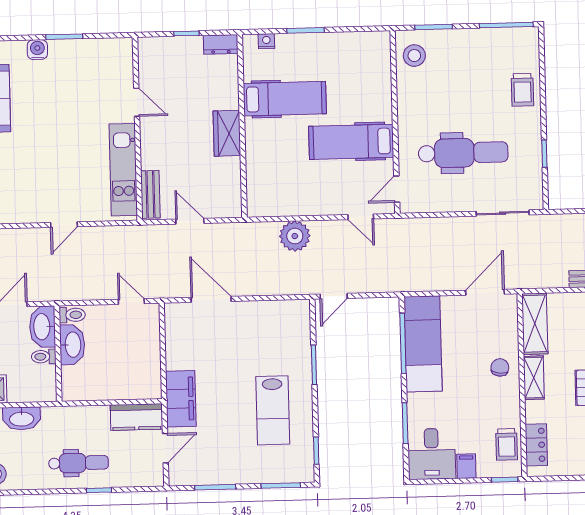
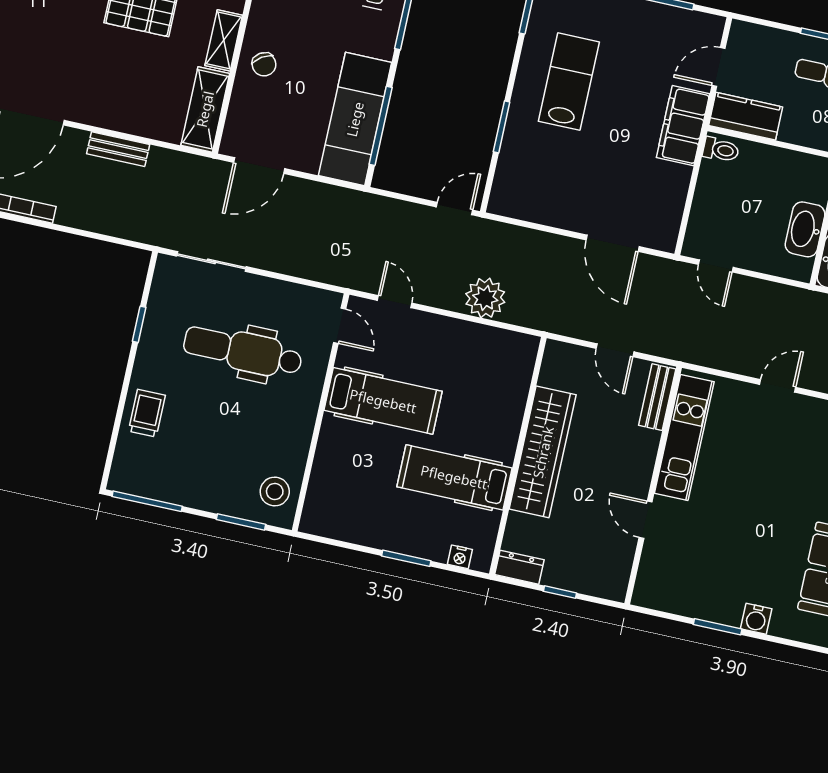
wardrobe: (227, 133) -> (543, 452), width x2.10, depth x1.17
door: (397, 189) -> (340, 326), hinge flipped
toilet: (72, 315) -> (721, 150), moved, turned 180
chair: (500, 367) -> (264, 64), turned -41

